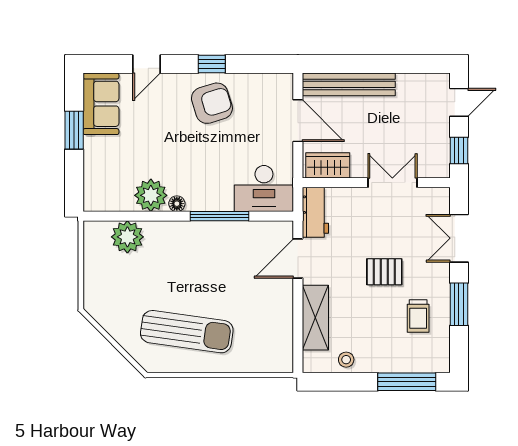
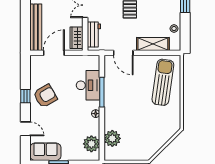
armchair: (212, 103) -> (45, 96), turned 77
desk: (264, 188) -> (88, 85), moved
plant: (151, 195) -> (91, 144), moved
workbench: (315, 212) -> (94, 34), moved, turned 90
sun lounger: (187, 332) -> (163, 82), moved

